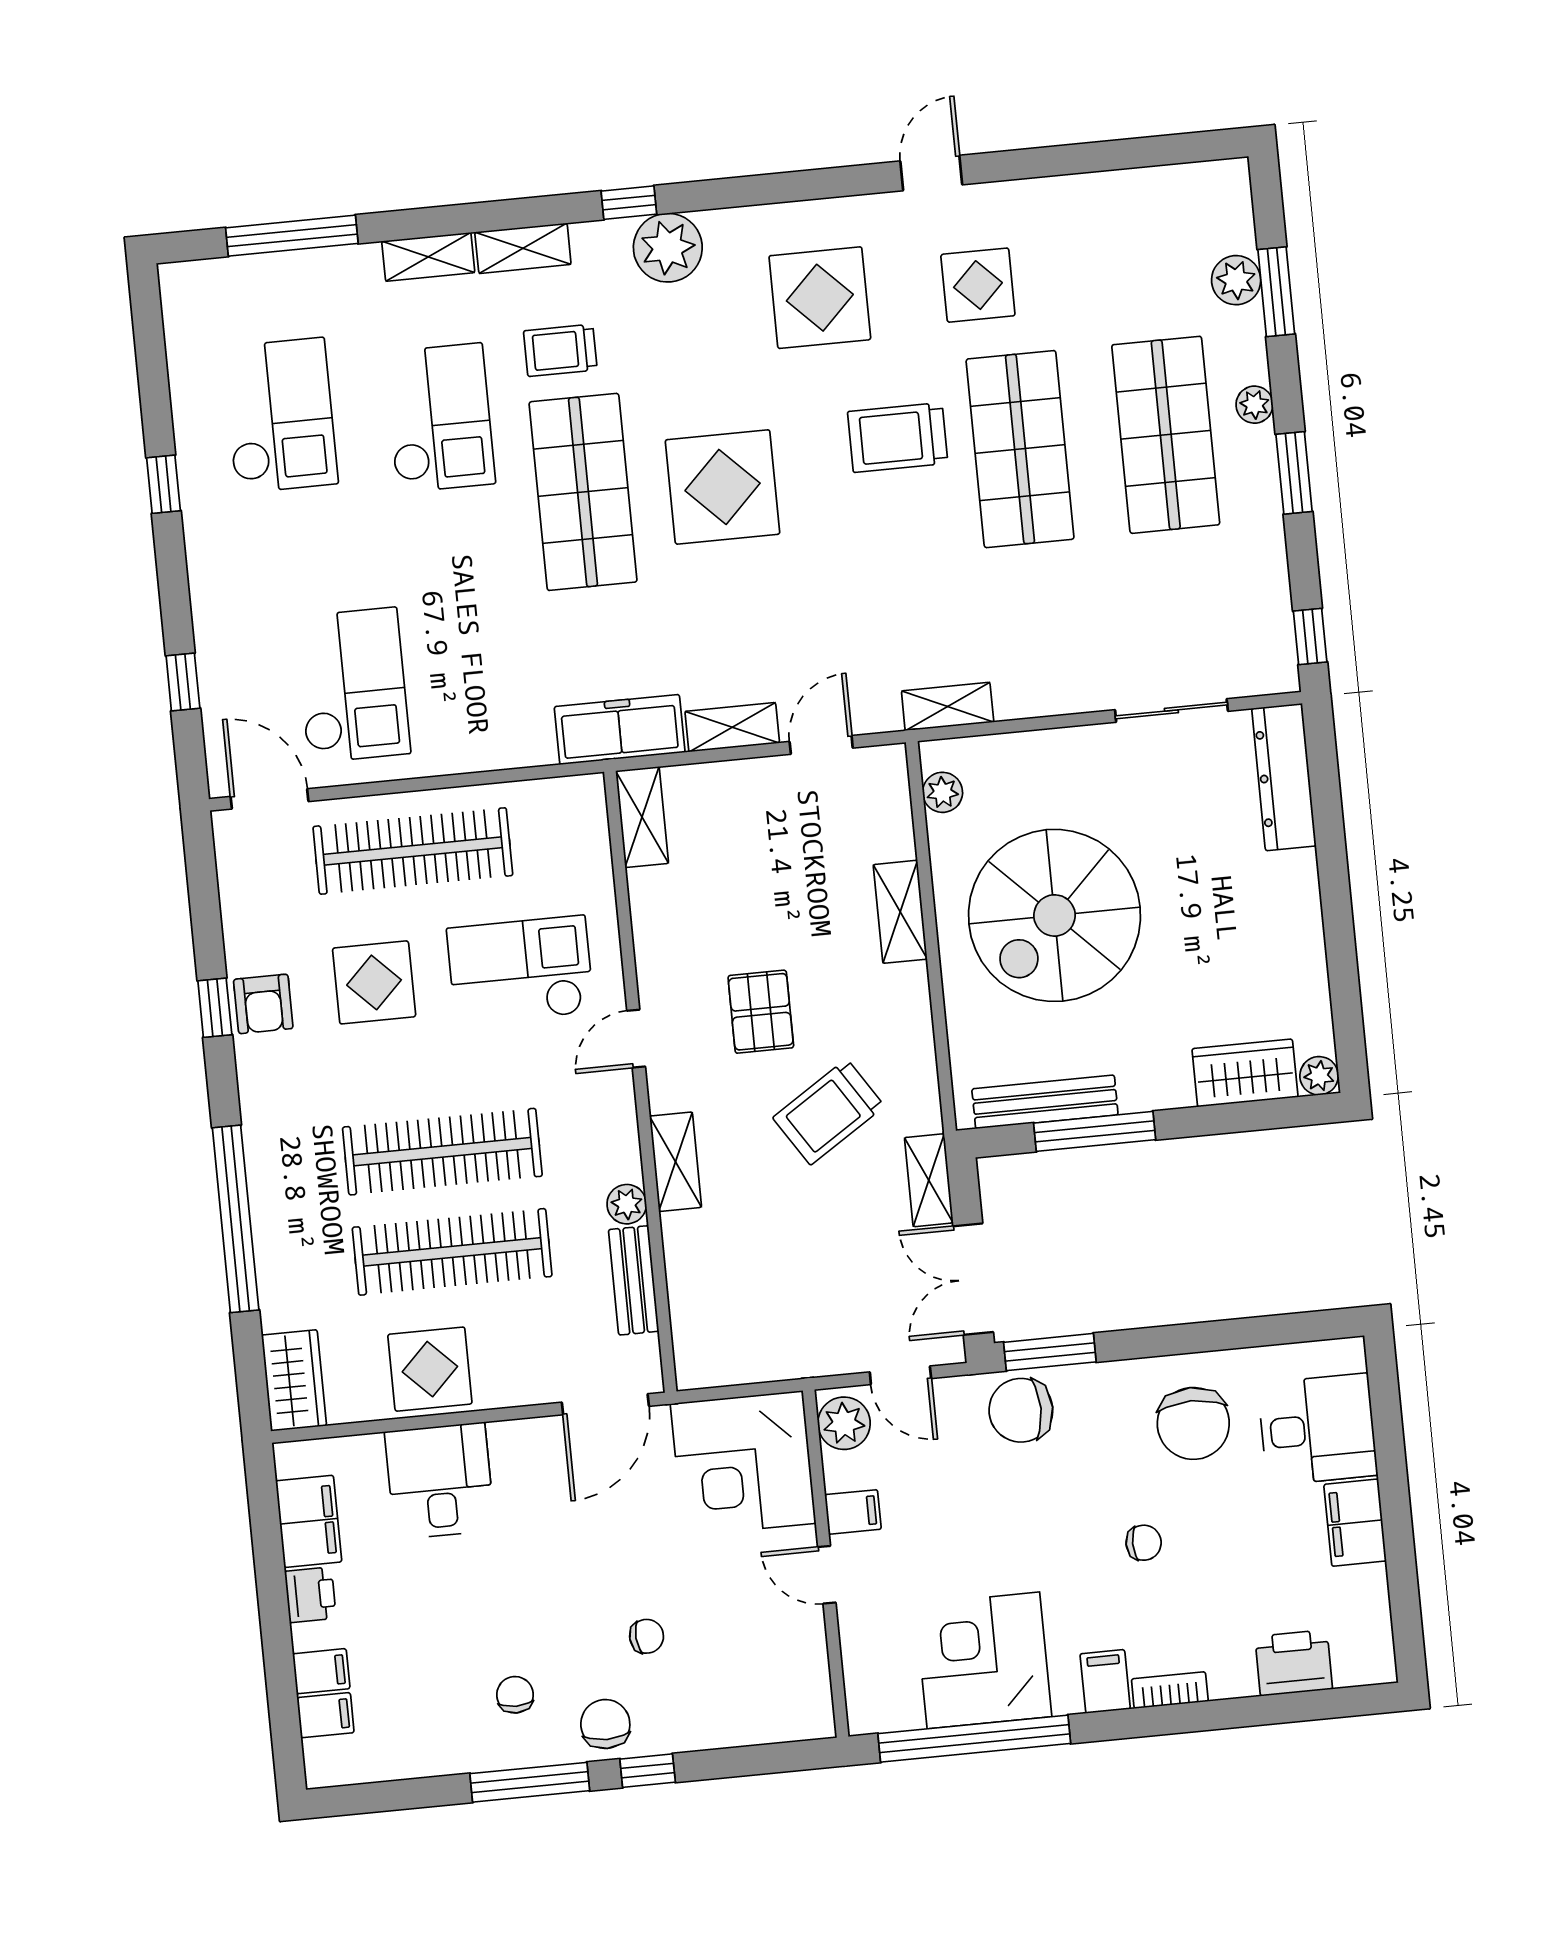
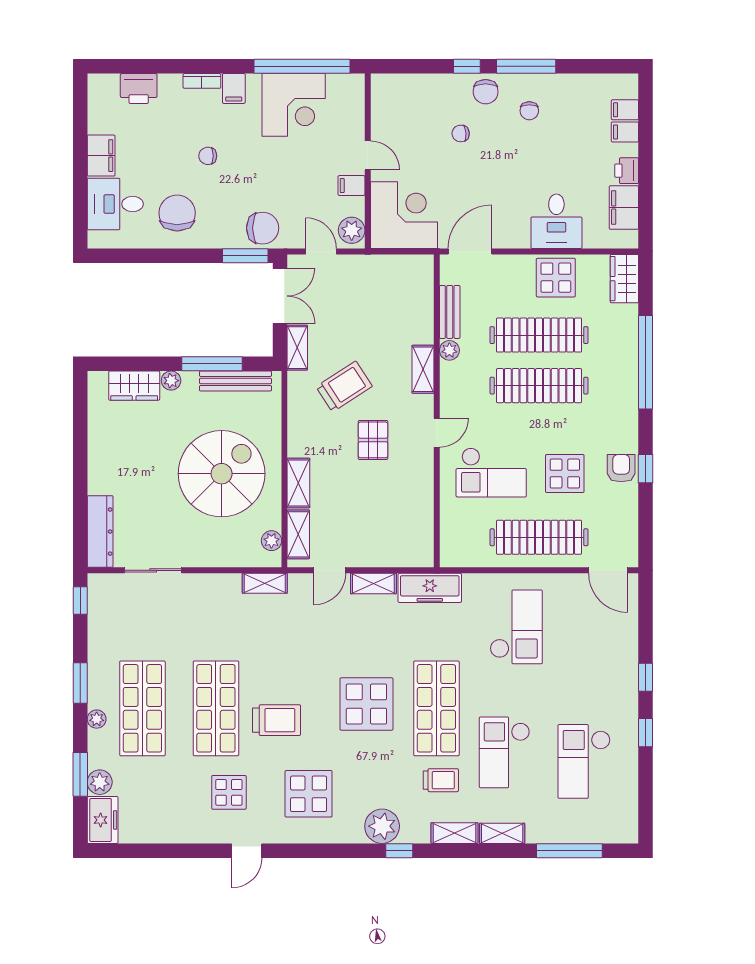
freezer: (1223, 206) -> (103, 820), added
window: (183, 682) -> (646, 677), moved
checkout: (352, 685) -> (516, 627), moved, turned 180
shelving: (642, 817) -> (298, 534), moved
plant: (1319, 1076) -> (171, 381), moved

